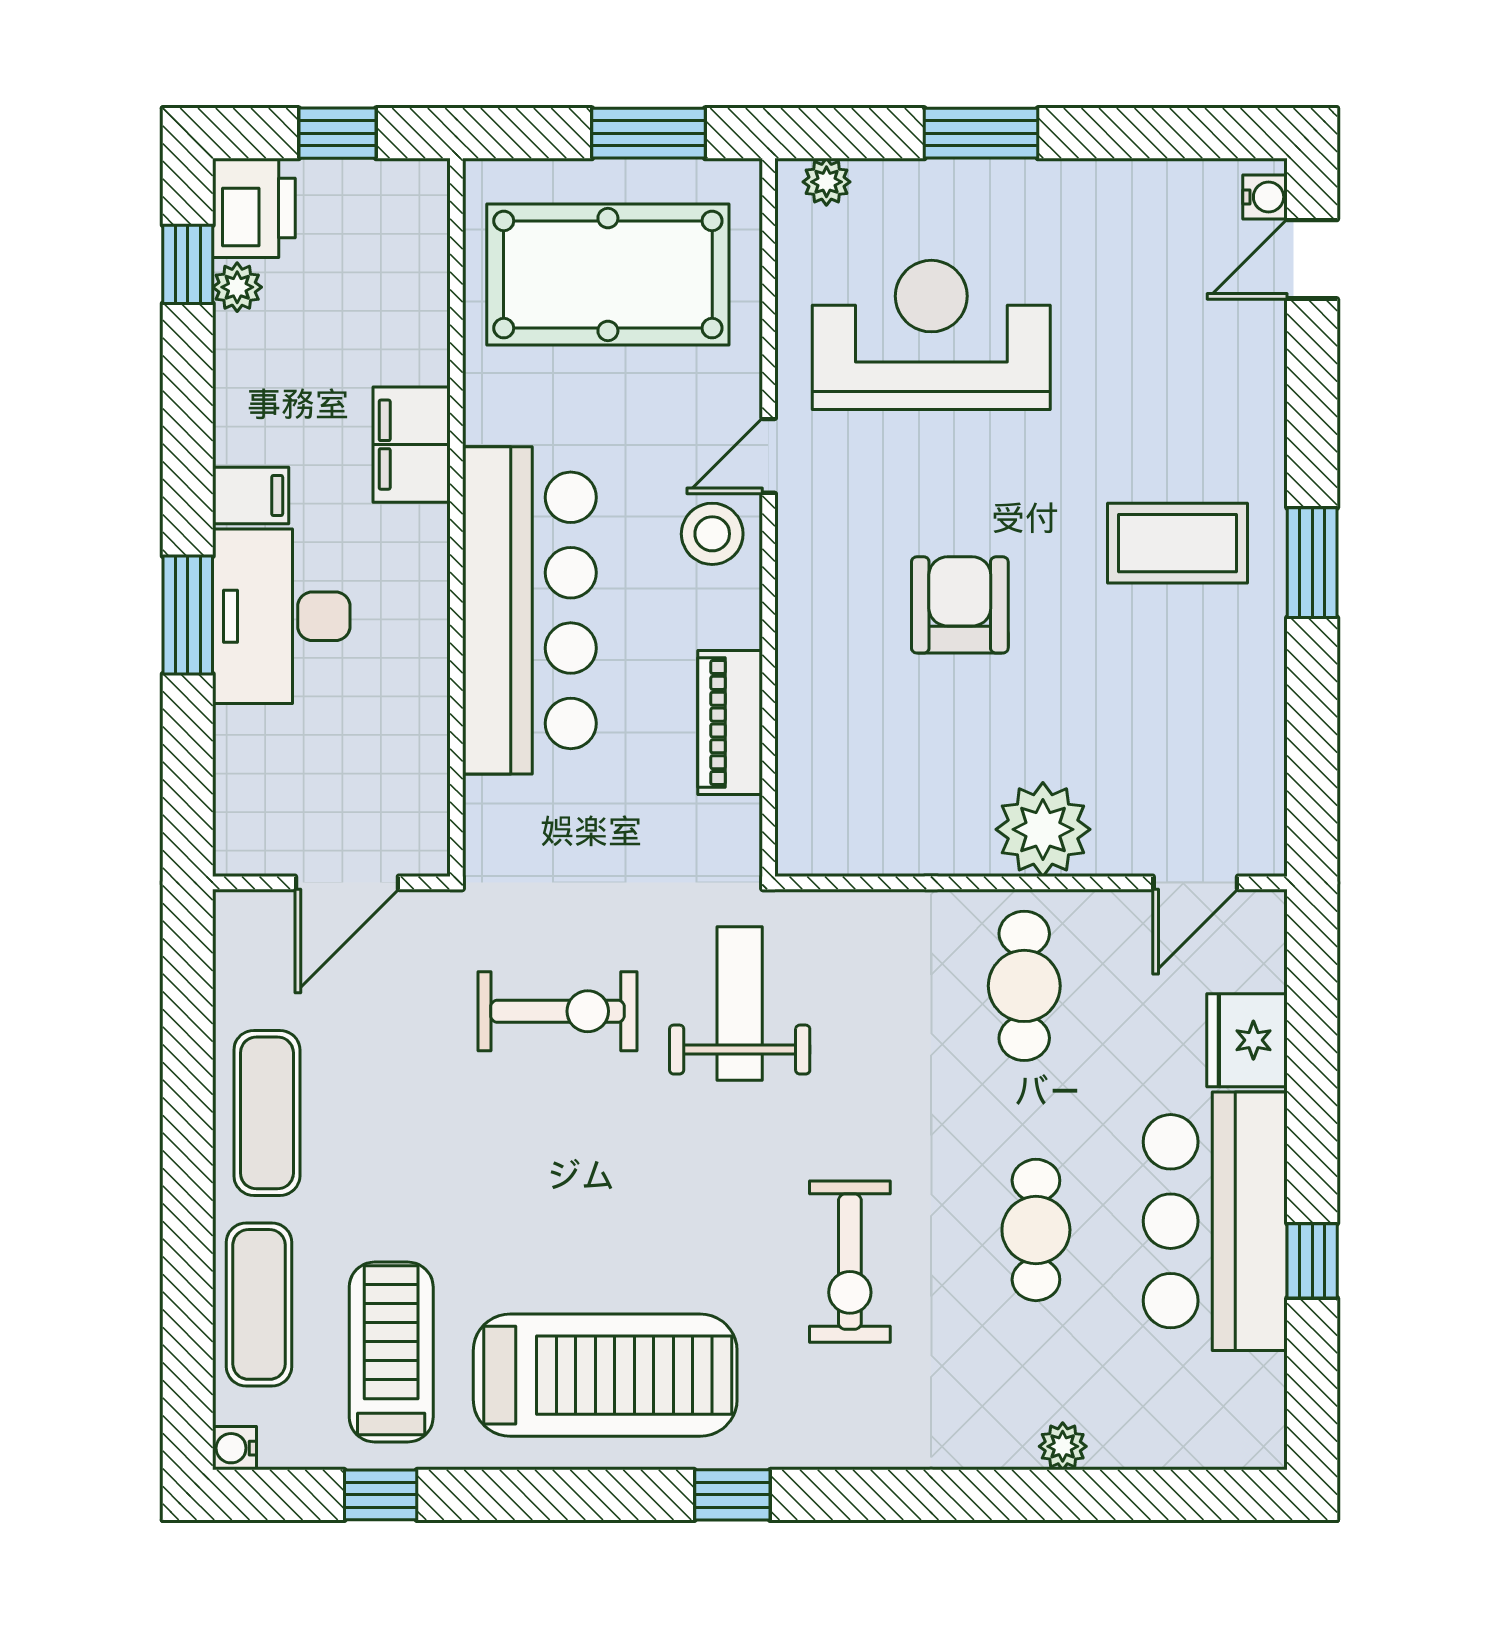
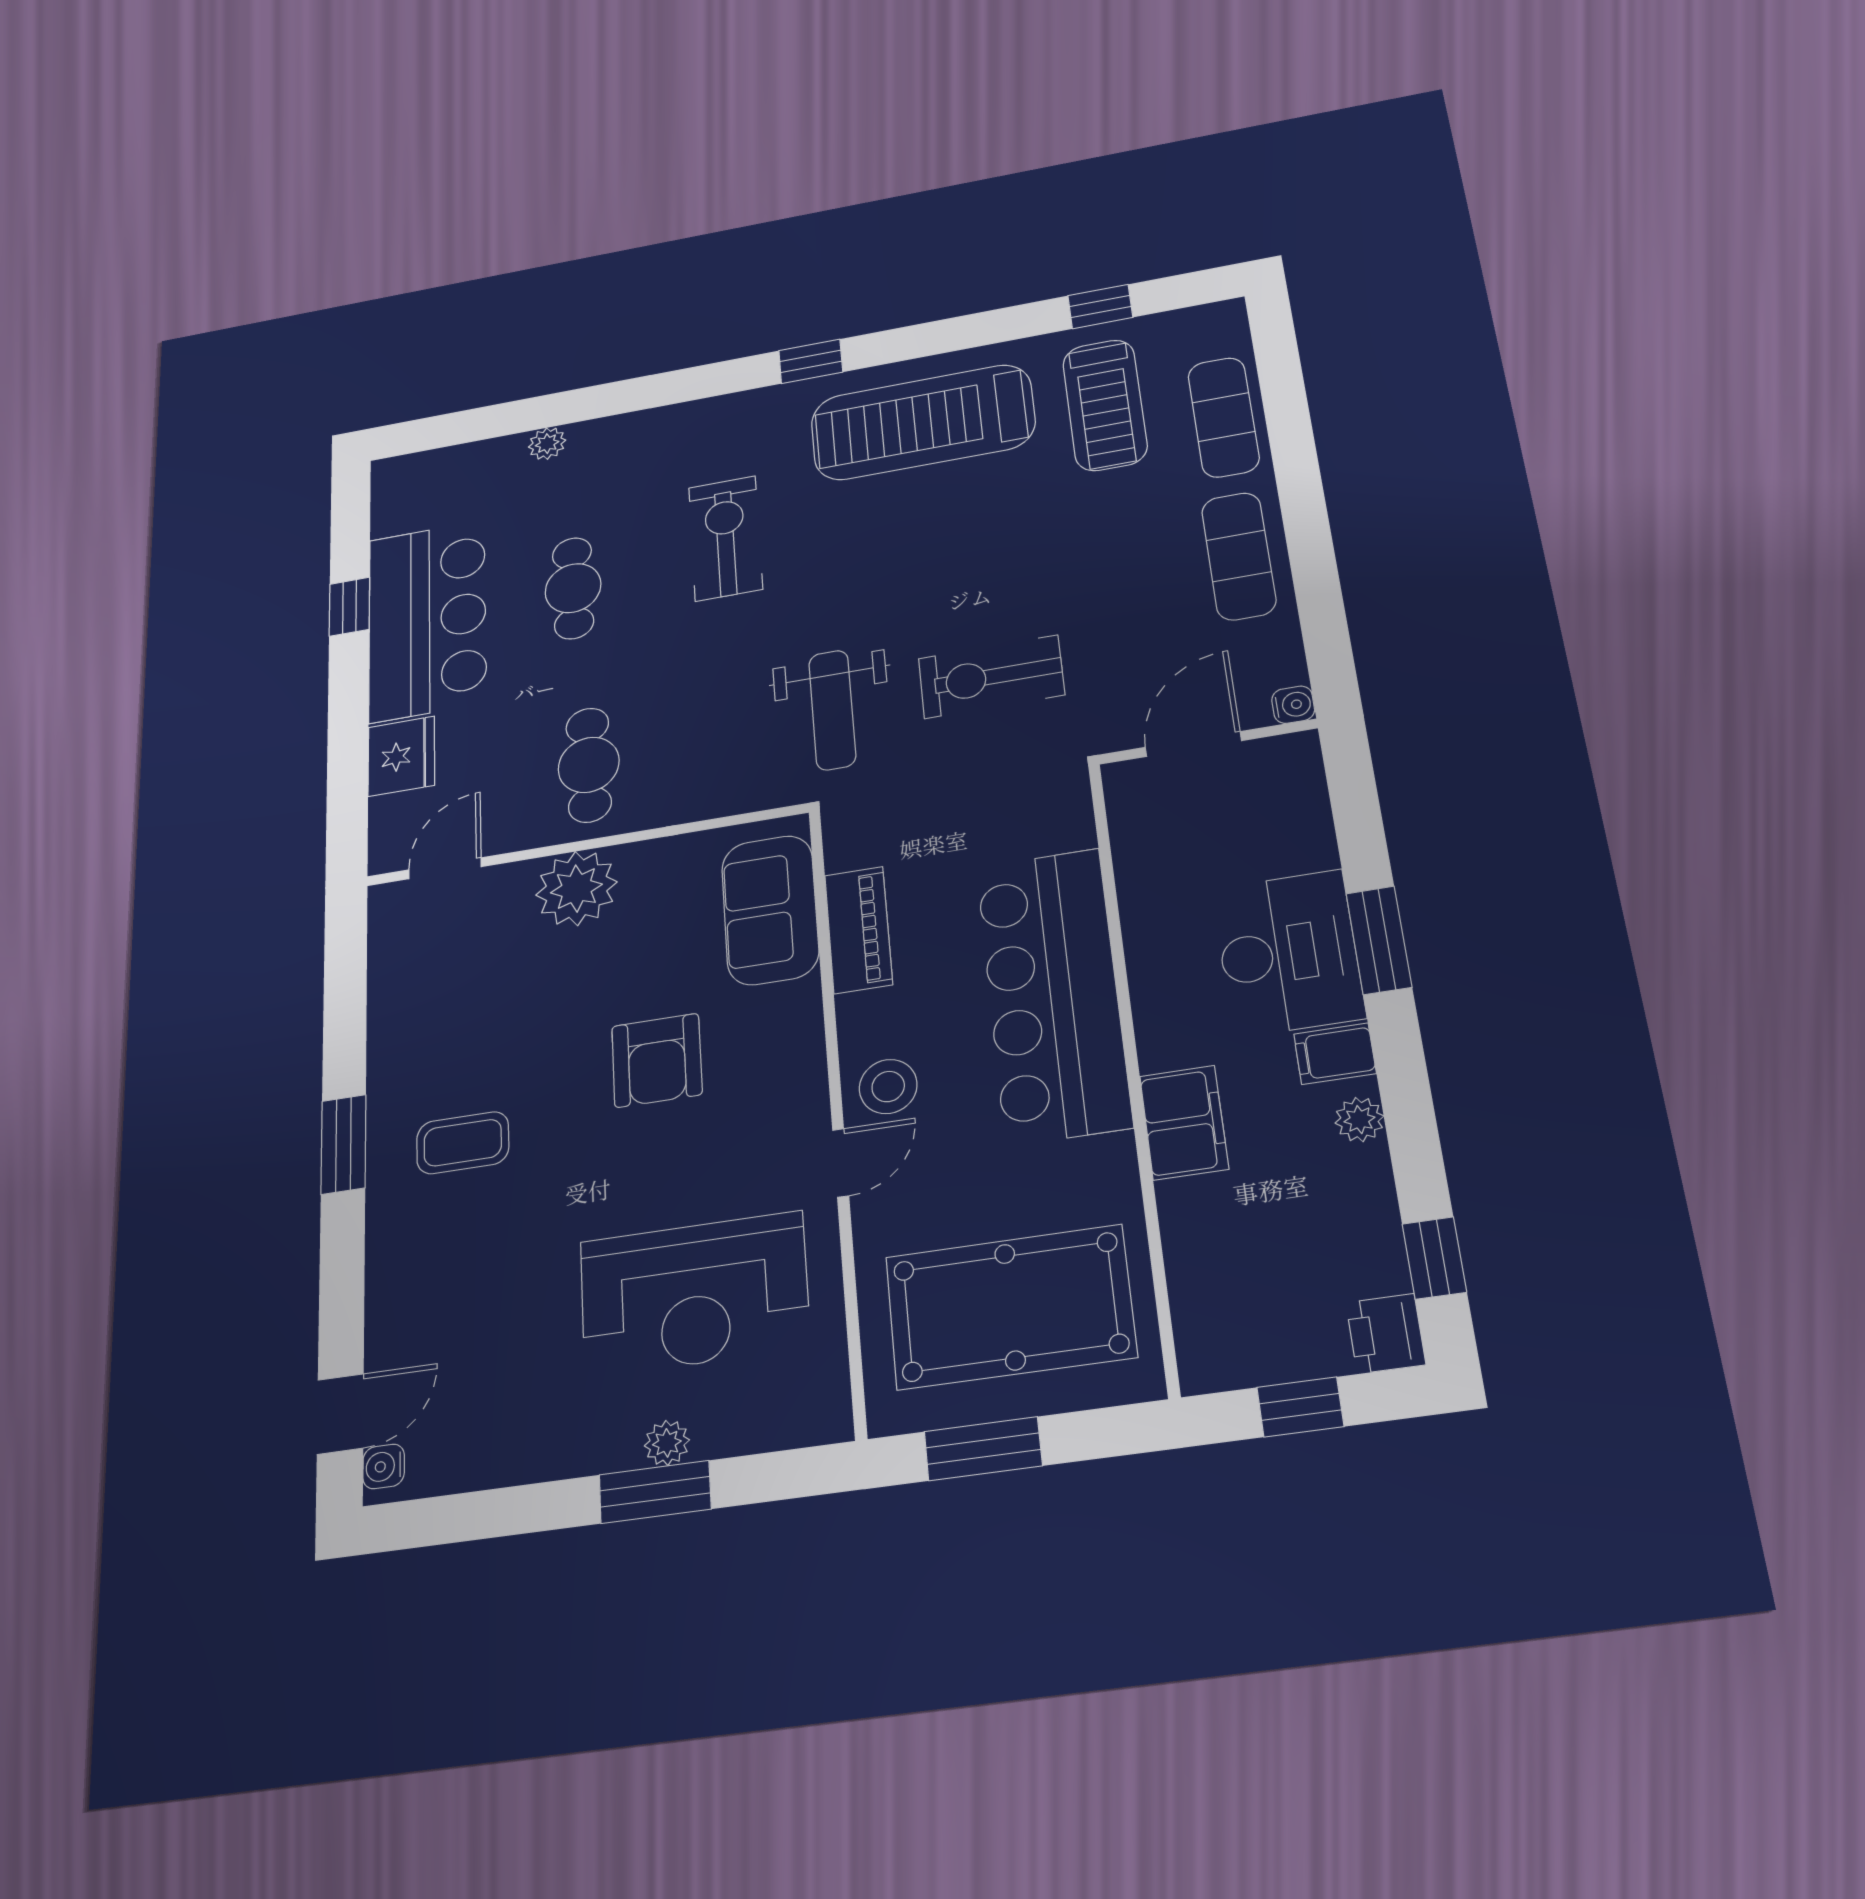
plant: (826, 182) -> (667, 1443), moved
printer: (254, 208) -> (1386, 1334), width x0.73, depth x0.81
plant: (237, 287) -> (1359, 1120), moved
coffee table: (1177, 543) -> (463, 1143), width x0.73, depth x0.77
sofa: (826, 764) -> (770, 910), added
water cooler: (235, 1448) -> (1293, 705), moved

